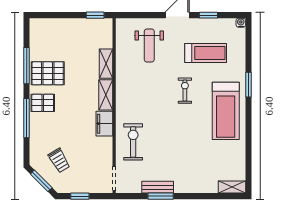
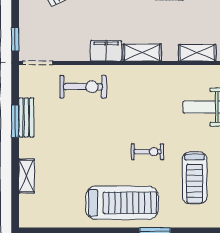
shelving: (106, 64) -> (197, 53), moved
treadmill: (226, 111) -> (122, 203), turned 180
shelving: (232, 187) -> (27, 176), moved
window: (80, 196) -> (15, 39), moved

